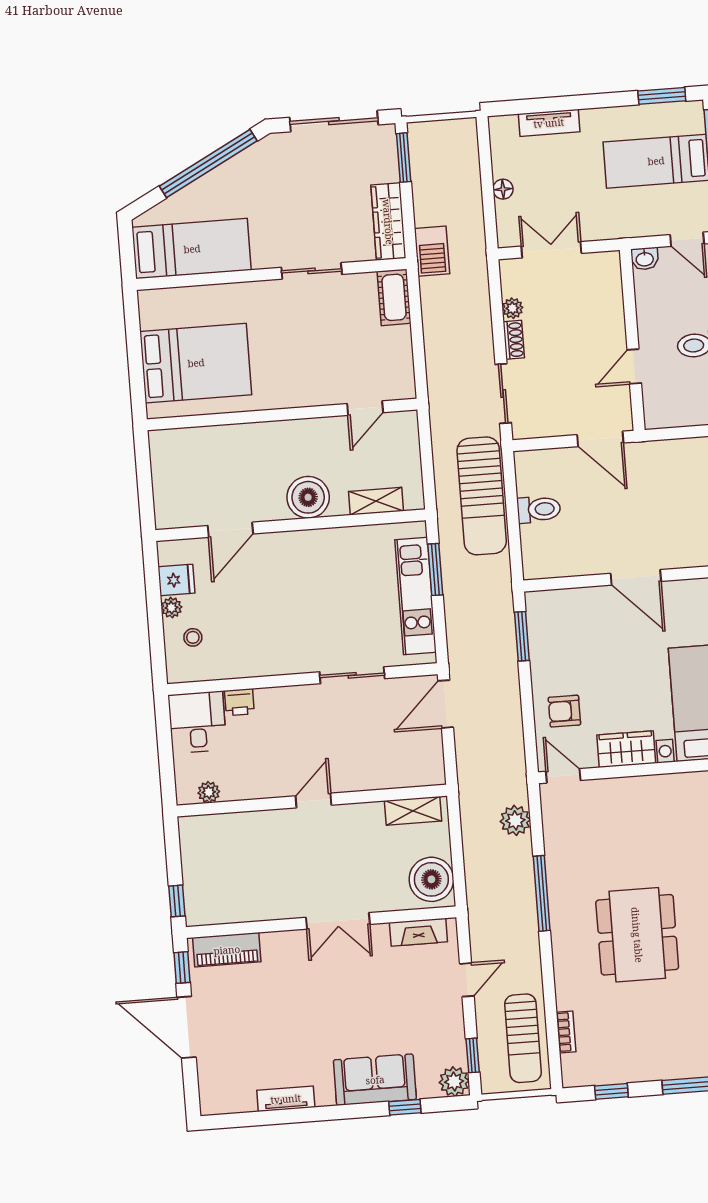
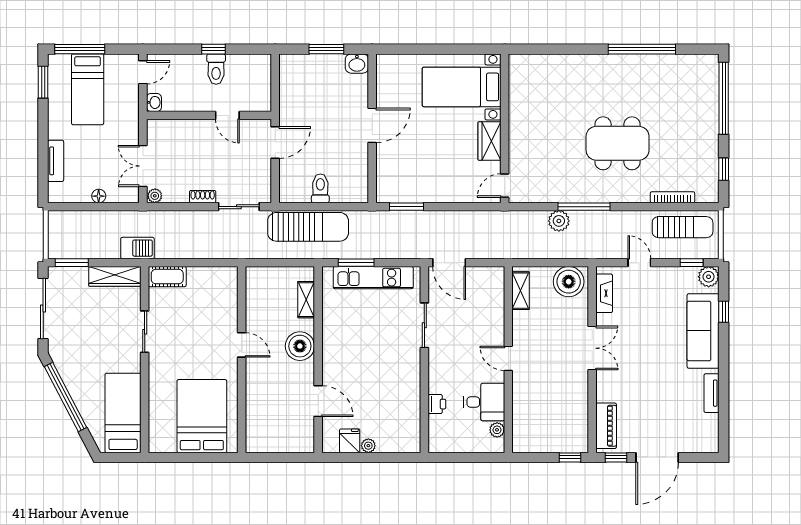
plant: (513, 308) -> (155, 196), moved
door: (365, 408) -> (242, 345), moved
stool: (193, 637) -> (390, 433), removed
armchair: (564, 711) -> (460, 181), removed
desk: (197, 722) -> (484, 402), moved, turned 180
plant: (515, 820) -> (559, 221), moved
bookcase: (566, 1032) -> (672, 197), width x1.56
sofa: (375, 1080) -> (703, 331), width x1.36

